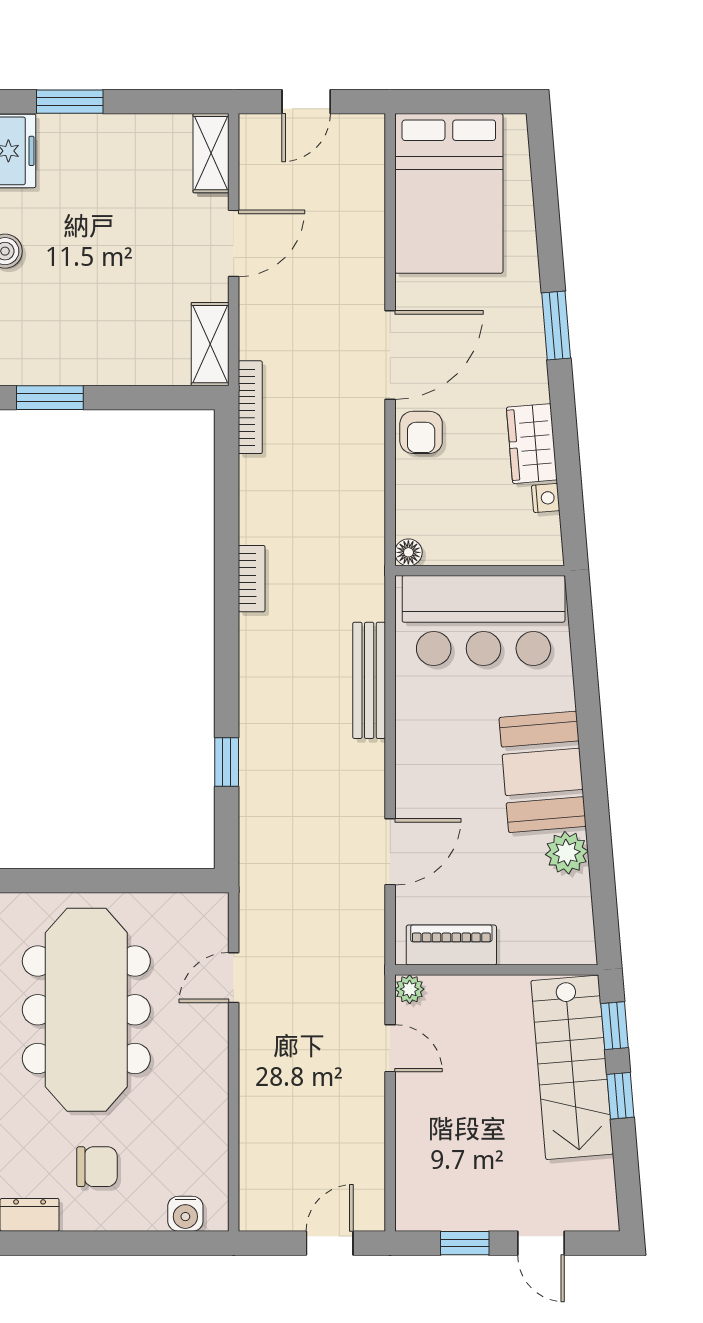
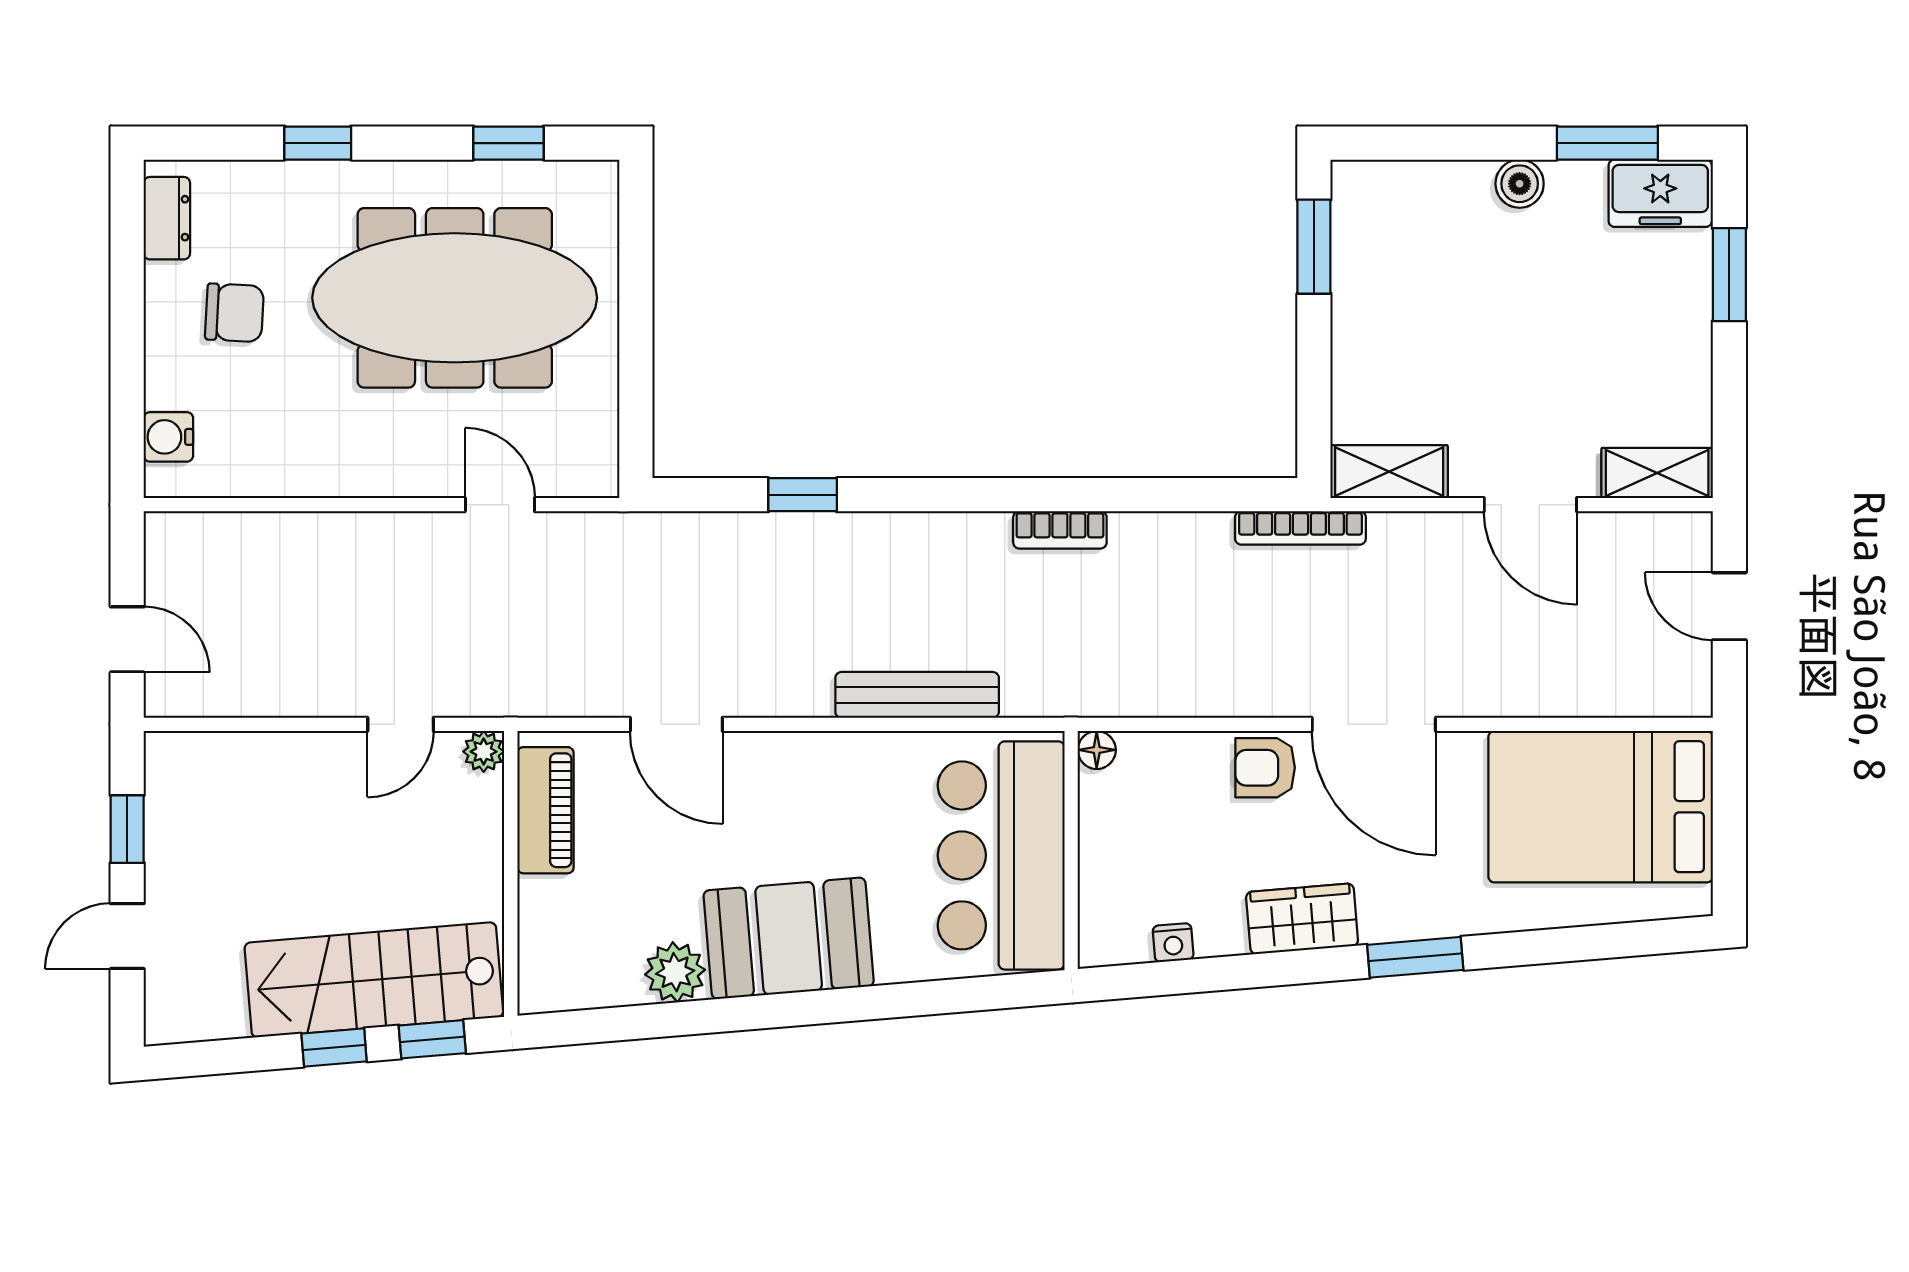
wardrobe: (532, 444) -> (1302, 919), moved
chair: (97, 1167) -> (234, 313), turned -87

